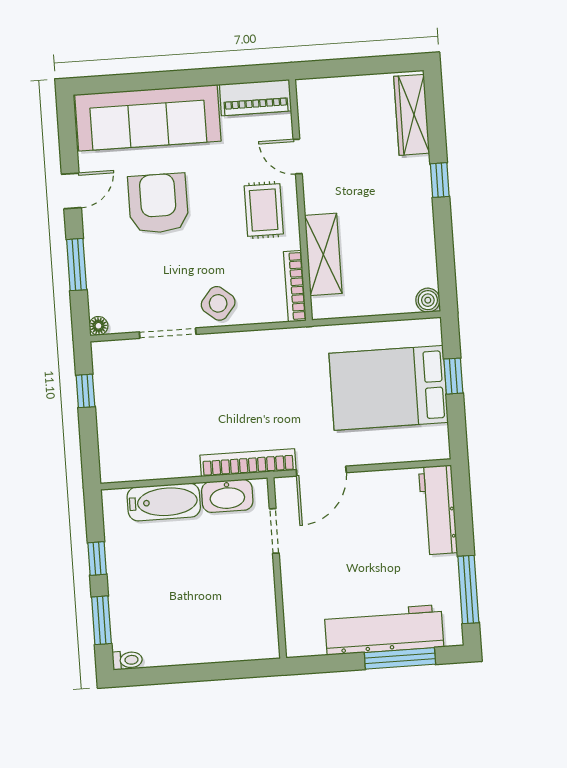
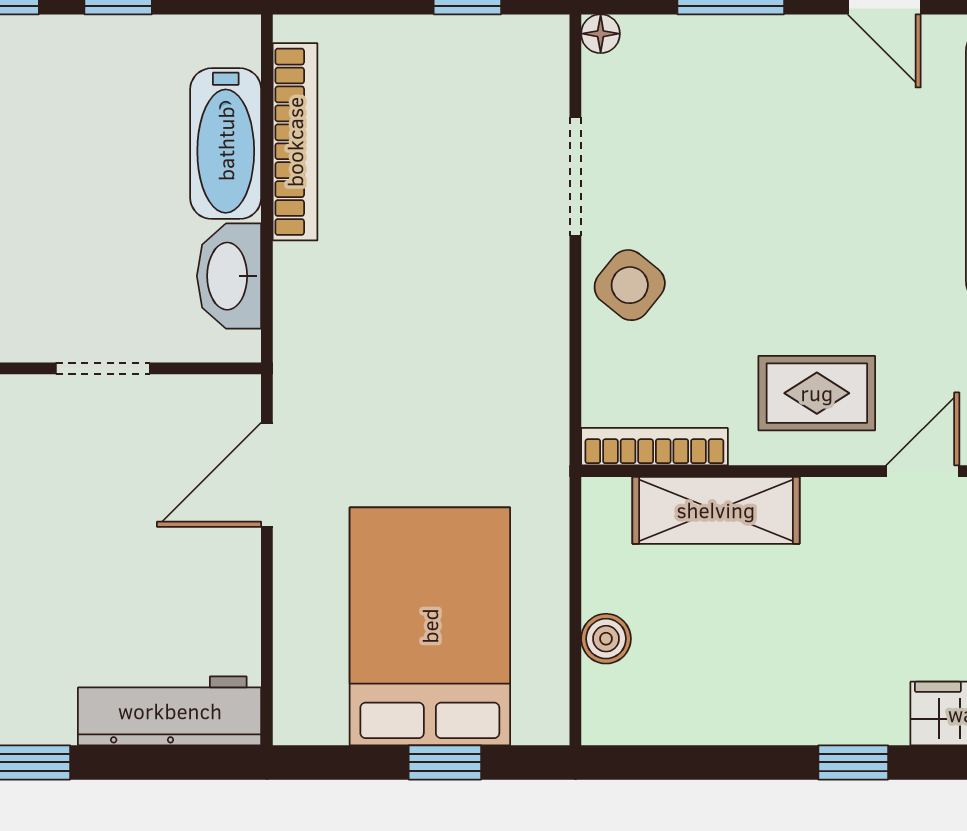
armchair: (158, 203) -> (846, 175), removed
boiler: (428, 300) -> (606, 639), moved
bookcase: (248, 463) -> (295, 142), moved
door: (321, 471) -> (267, 475), hinge flipped
doorway: (274, 531) -> (103, 368), moved

